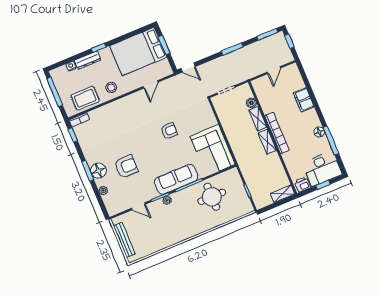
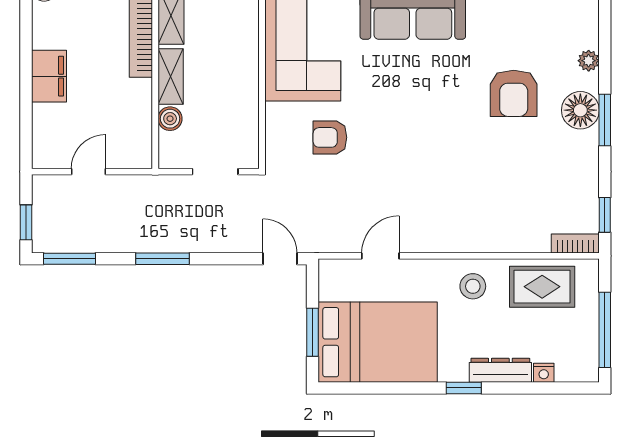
armchair: (169, 131) -> (330, 137), moved
armchair: (126, 166) -> (514, 93), turned -90

